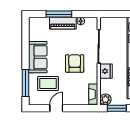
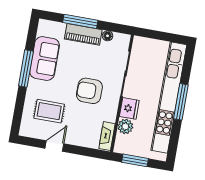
sofa: (38, 57) -> (45, 59), moved
armchair: (75, 64) -> (89, 91), turned -90
window: (26, 83) -> (26, 69), moved
plant: (105, 99) -> (125, 126), moved

